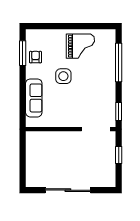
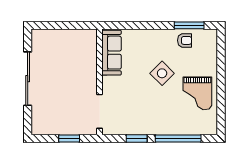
side table: (63, 76) -> (162, 73), turned 45
sofa: (34, 98) -> (112, 53), moved, turned -90
window: (119, 112) -> (137, 139), moved

